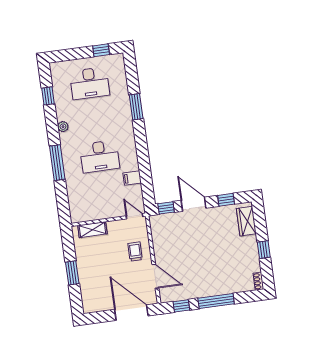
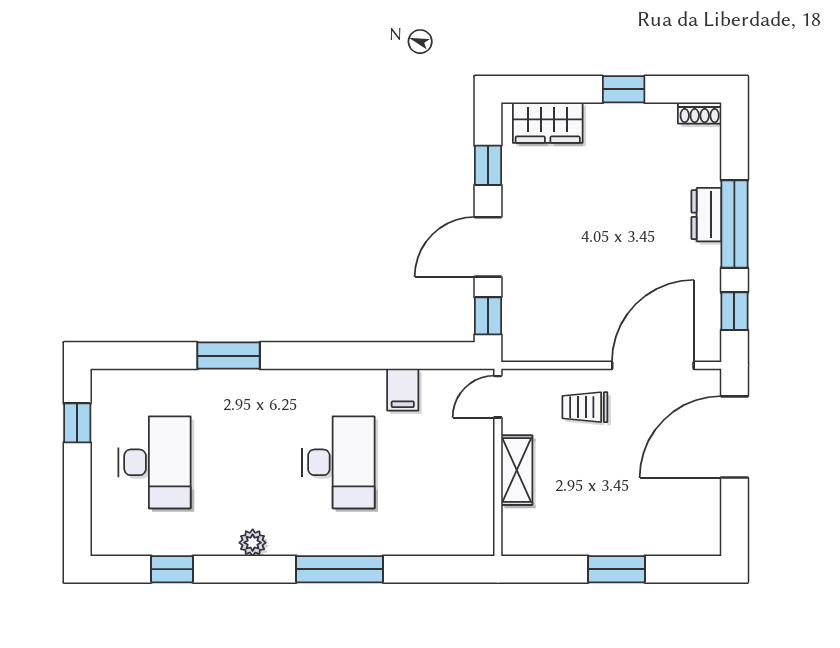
shelving: (92, 230) -> (517, 470), moved
door: (155, 276) -> (653, 365), width x1.36
dresser: (218, 289) -> (706, 215), added

